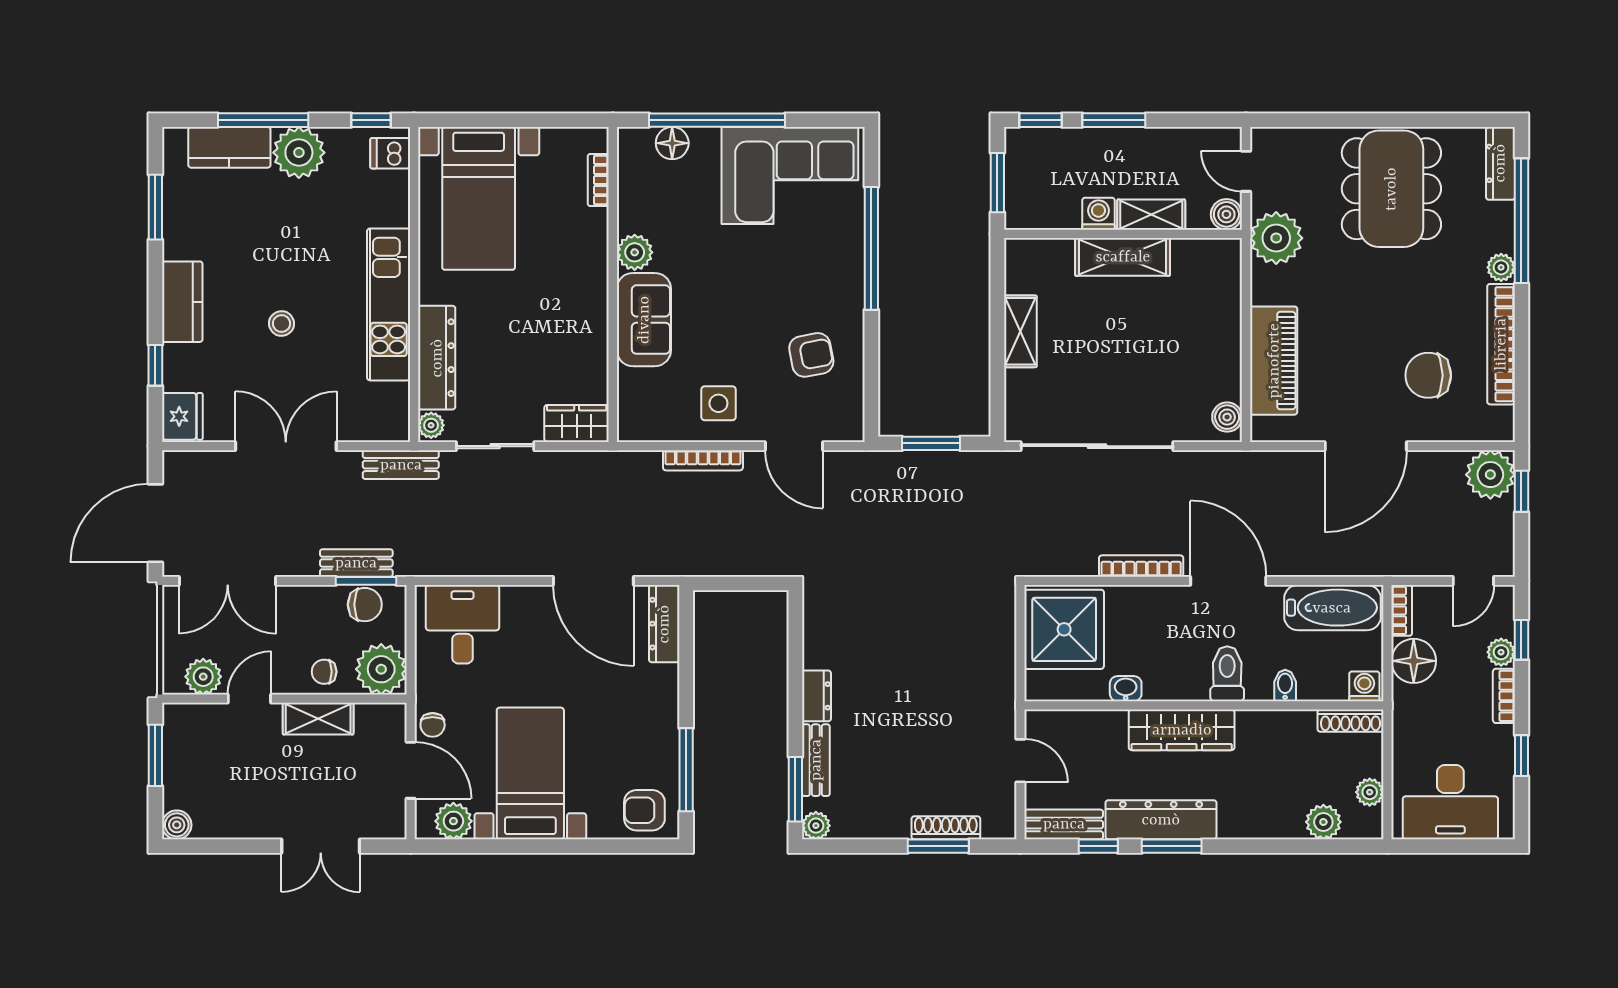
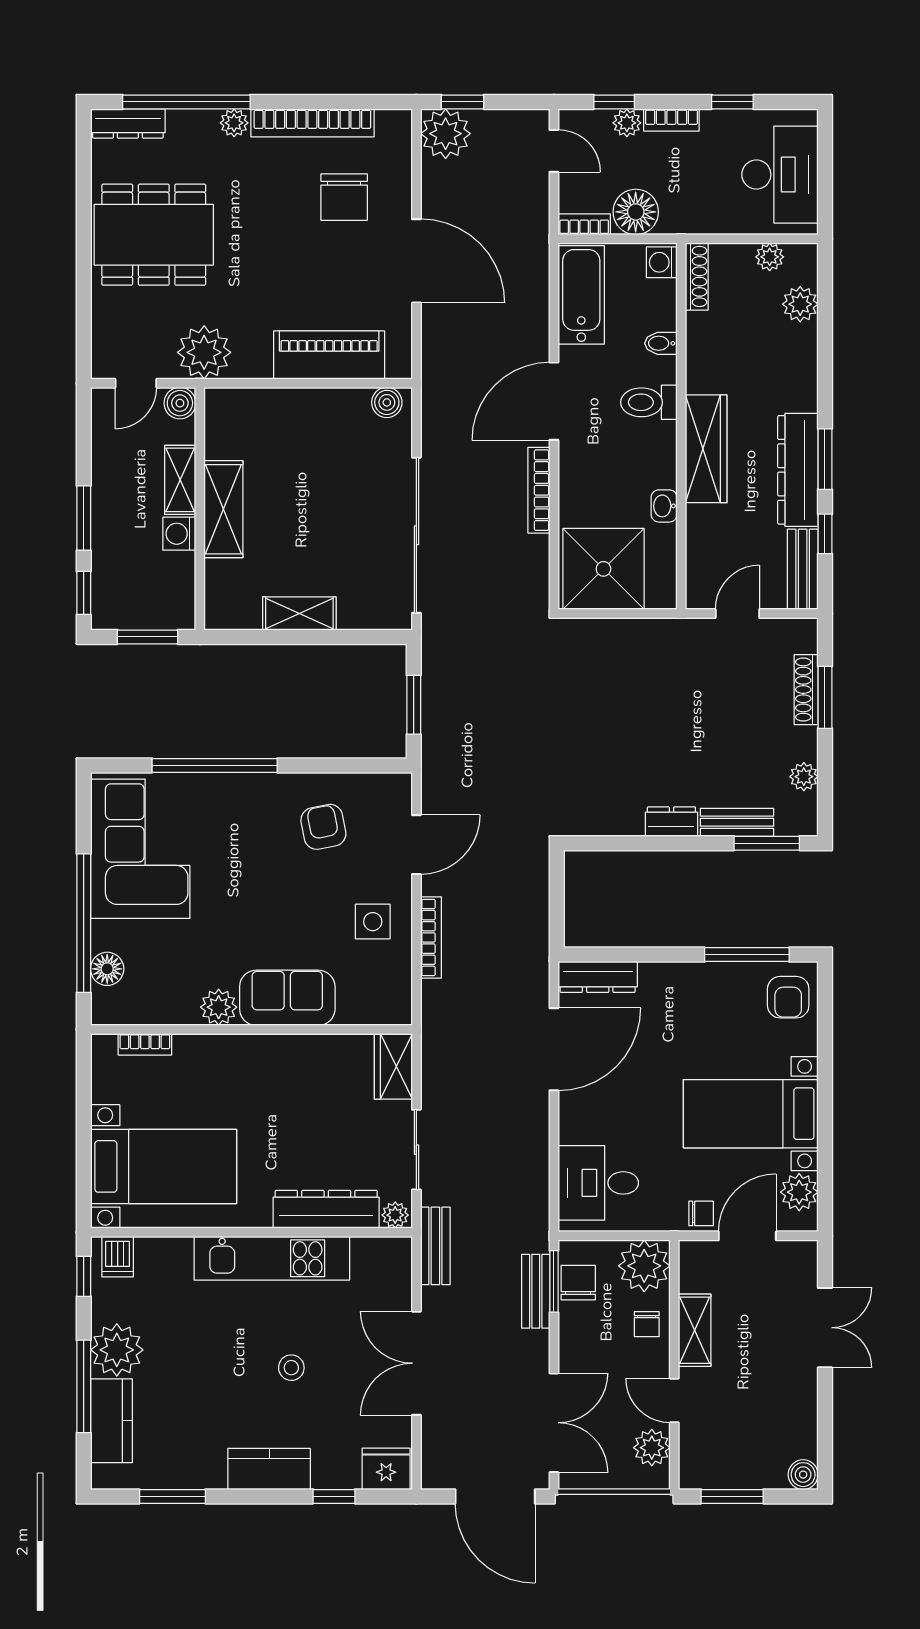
plant: (816, 826) -> (804, 777), moved

